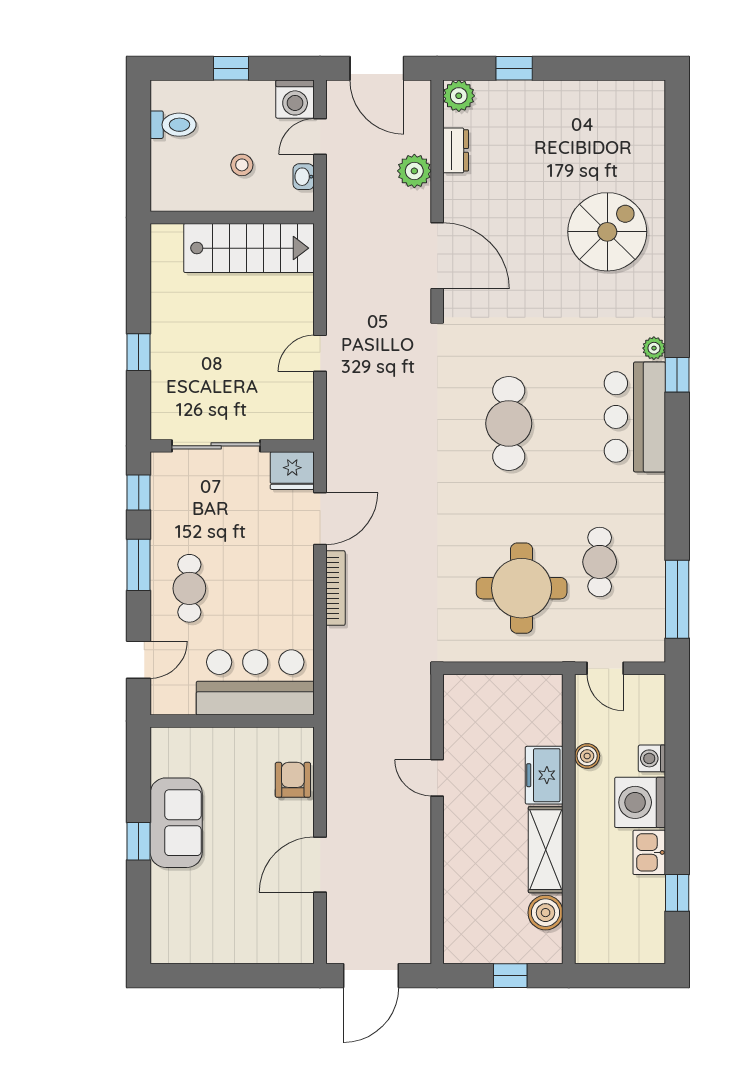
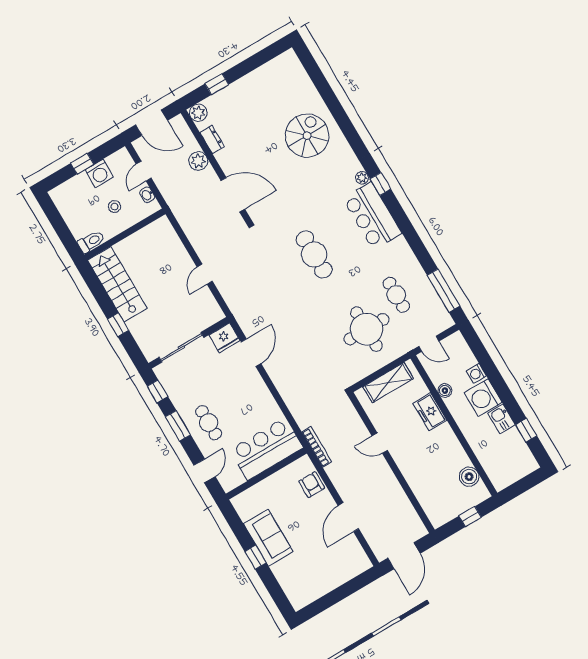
washing machine: (295, 99) -> (99, 173), moved
toilet: (173, 125) -> (91, 242), moved
stairs: (249, 248) -> (117, 284), moved, turned -90
bookcase: (335, 588) -> (317, 447), moved
shelving: (546, 850) -> (388, 383), moved, turned 90

